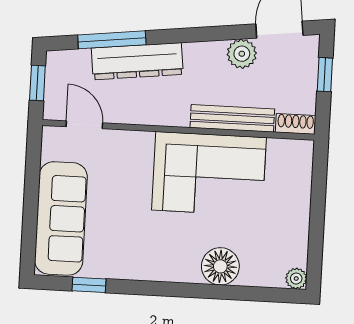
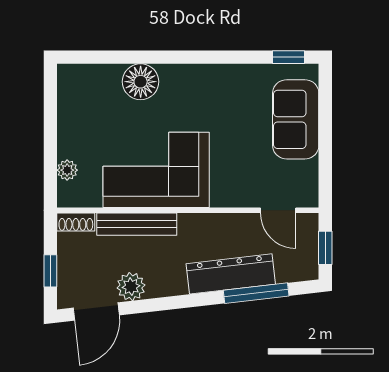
sofa: (61, 218) -> (296, 119), width x0.73
plant: (296, 279) -> (67, 170), moved
window: (89, 285) -> (289, 57), moved

